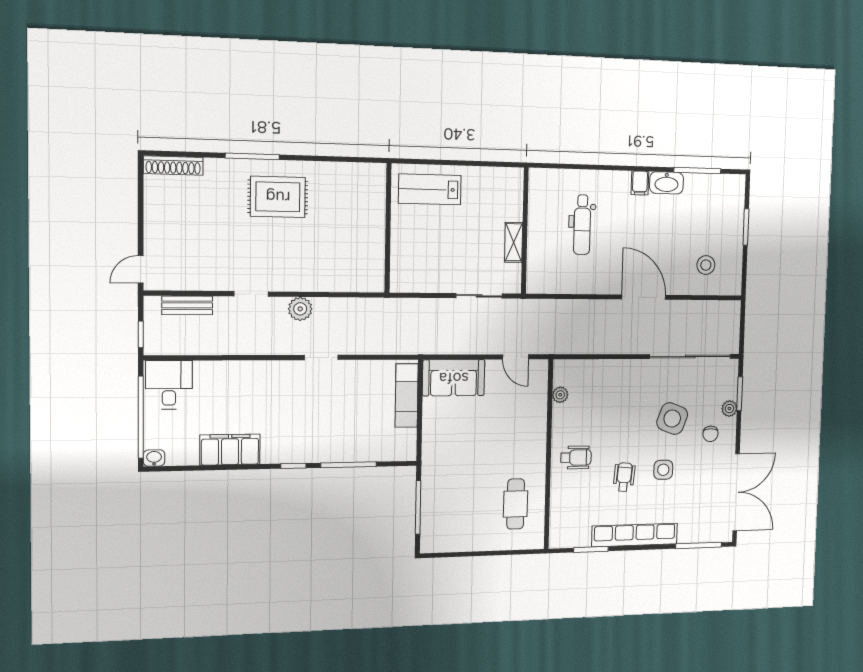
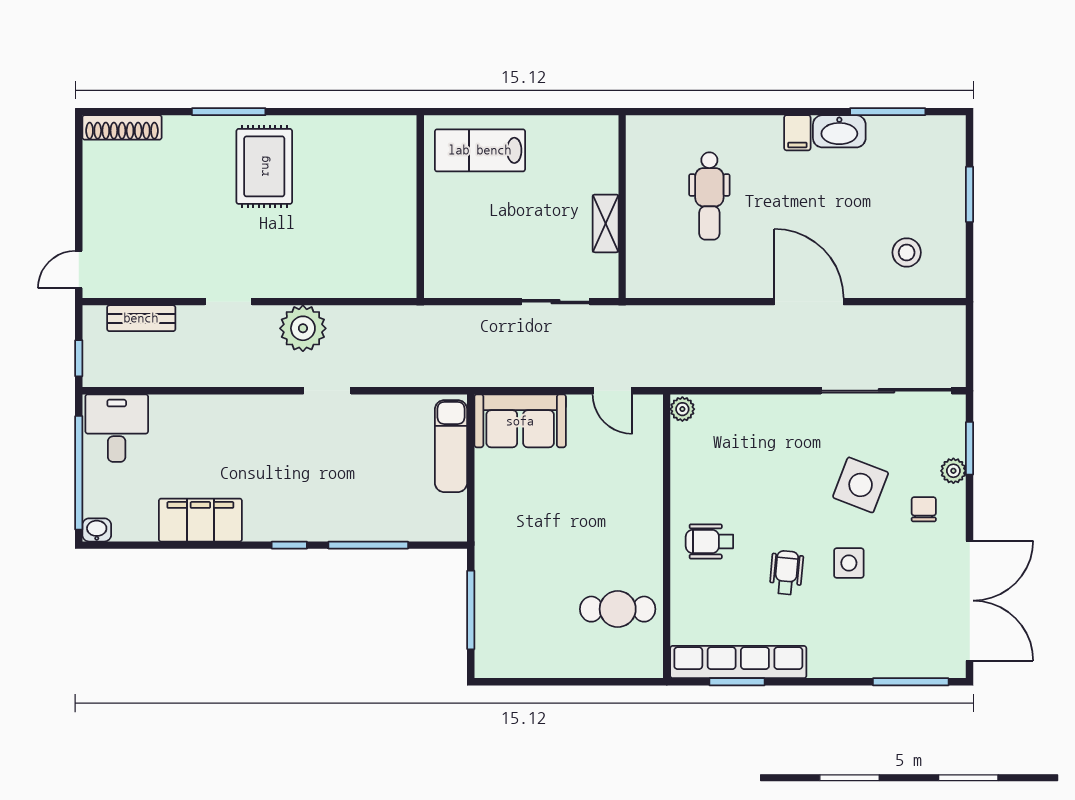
rug: (278, 197) -> (264, 166), turned 90
plant: (300, 309) -> (303, 328), width x1.36, depth x1.36
plant: (560, 395) -> (682, 409), moved
chair: (710, 434) -> (924, 509), turned 180
wheelchair: (576, 457) -> (709, 541), turned 180
cafe table: (516, 504) -> (618, 609), turned 90
row of seats: (635, 535) -> (738, 662), moved

